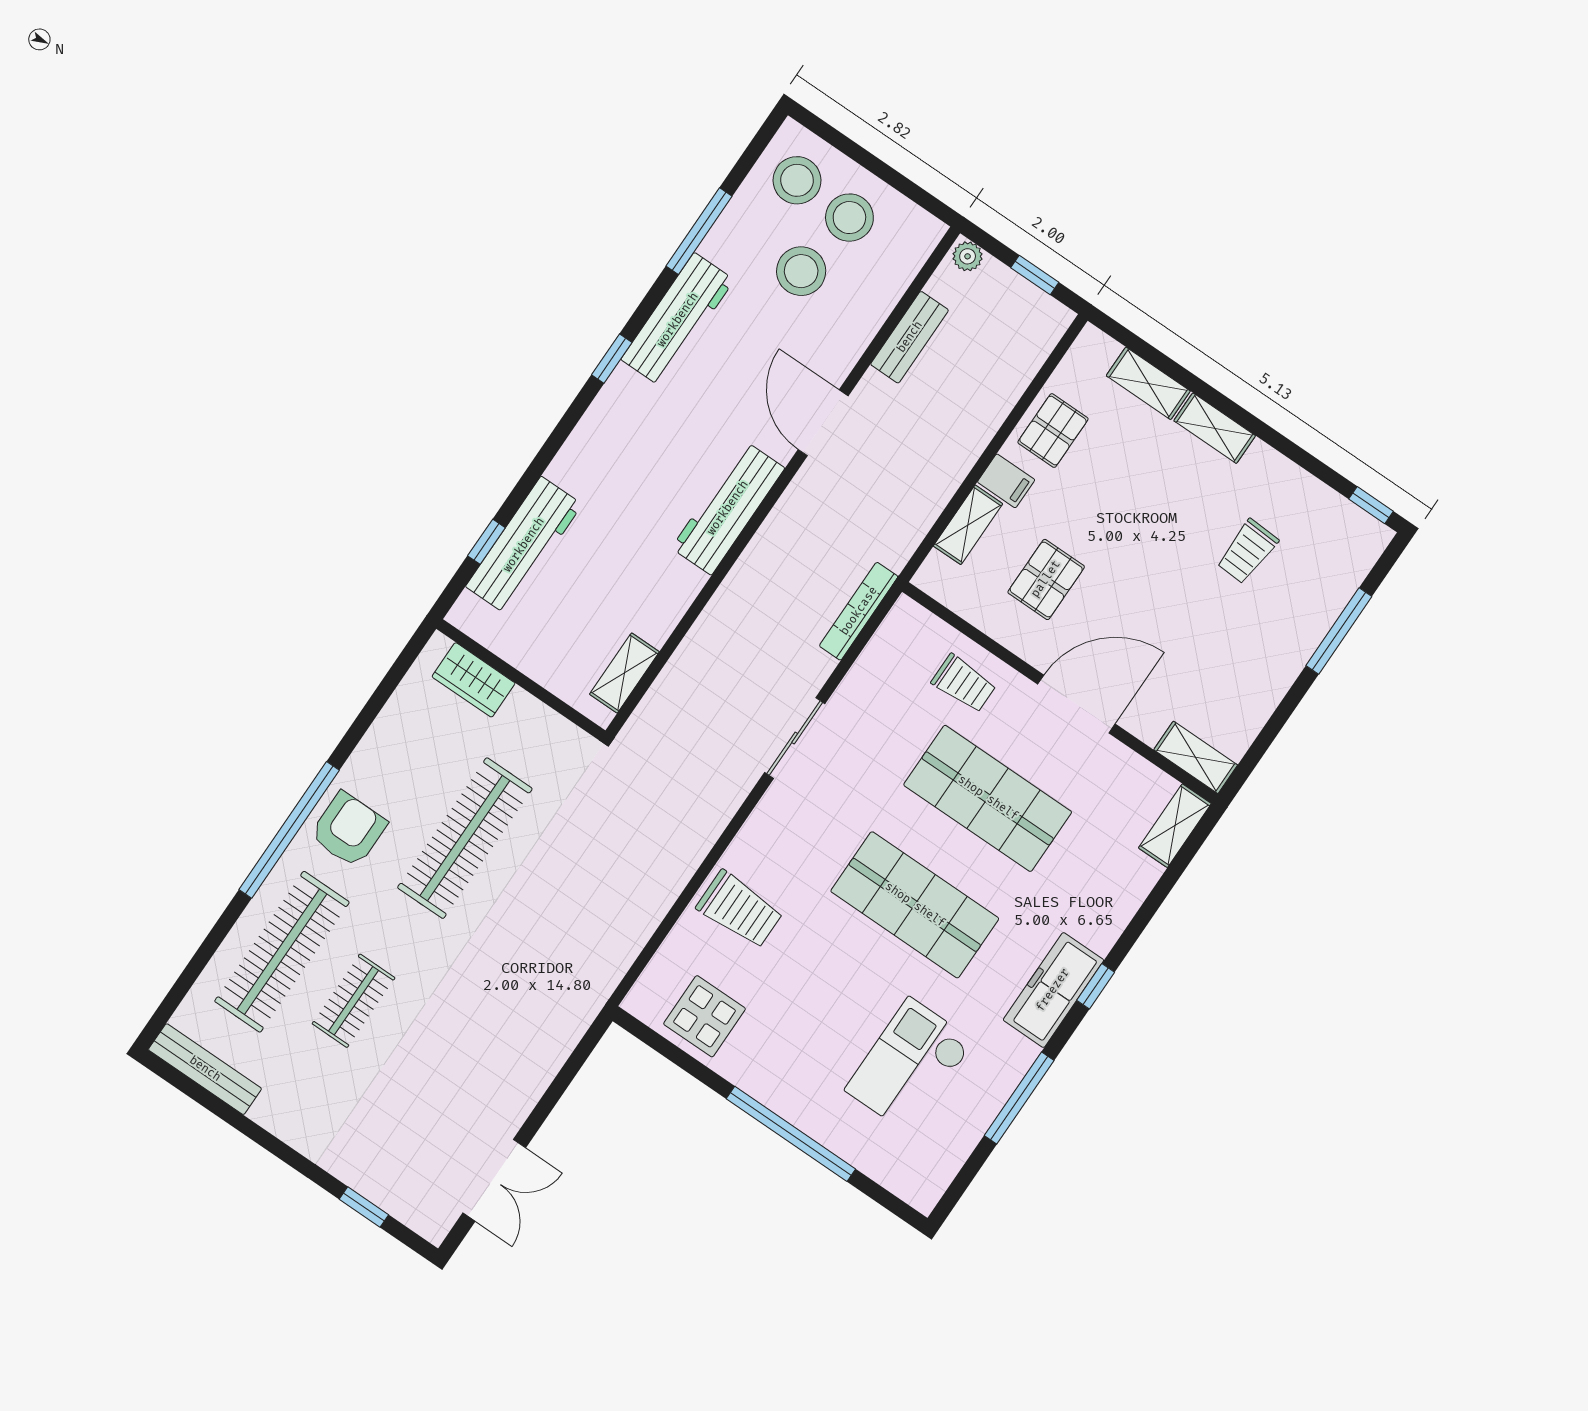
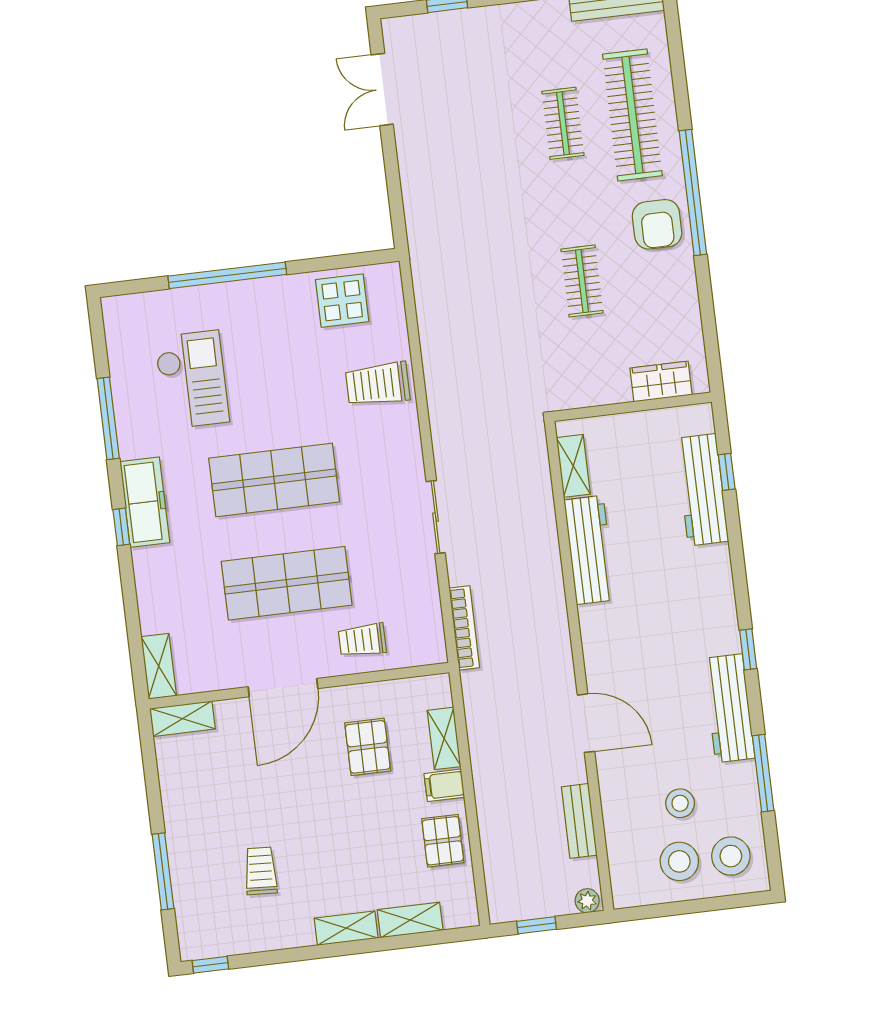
stool: (801, 271) -> (680, 803), width x0.73, depth x0.73
workbench: (728, 508) -> (590, 550), moved
clothes rail: (465, 838) -> (582, 281), width x0.54, depth x0.76

